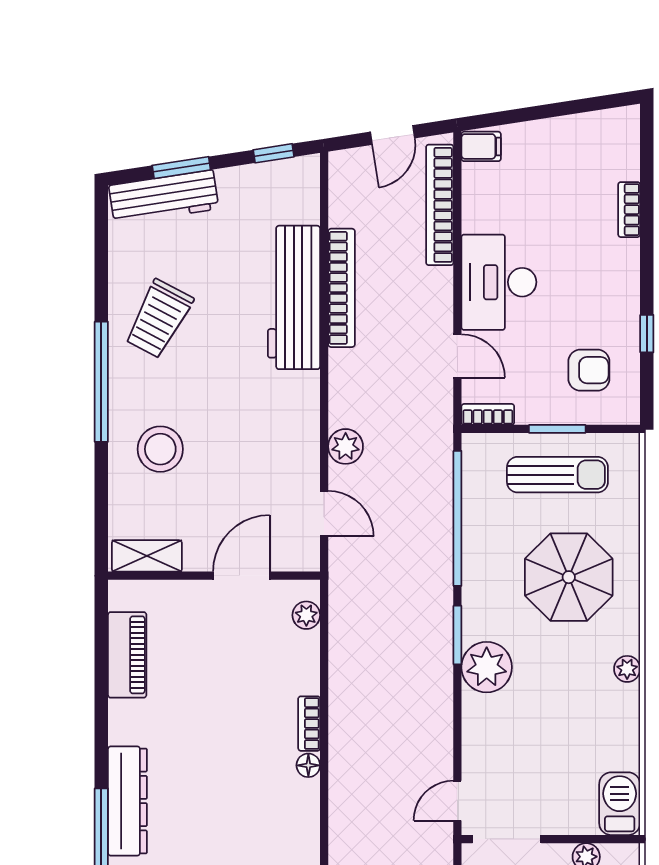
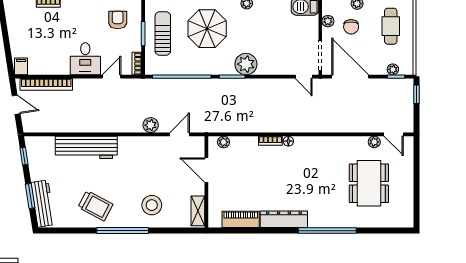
desk: (499, 282) -> (85, 59), width x0.73
bookcase: (341, 288) -> (82, 127), removed
dresser: (127, 801) -> (284, 219), moved

